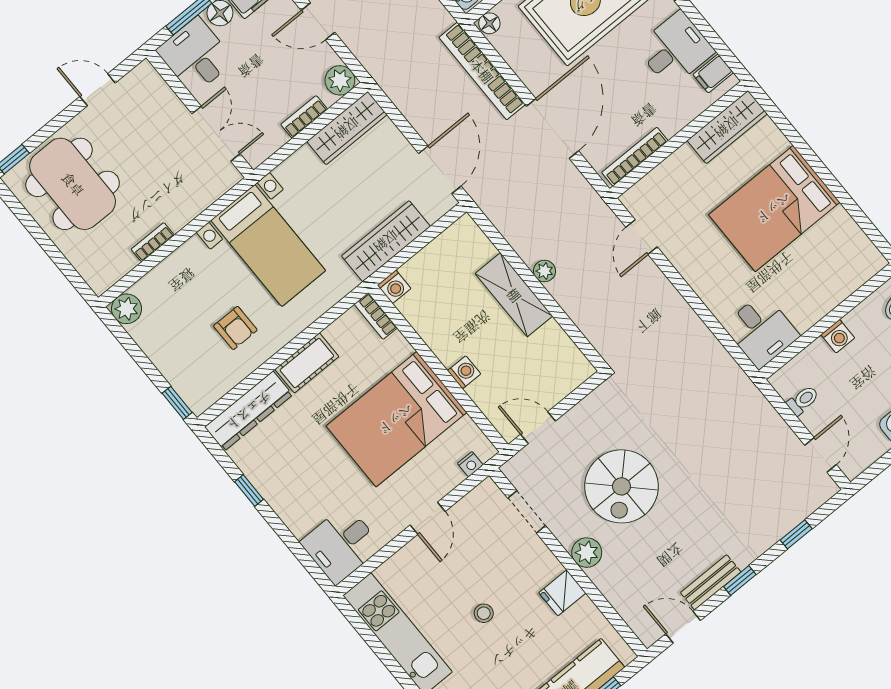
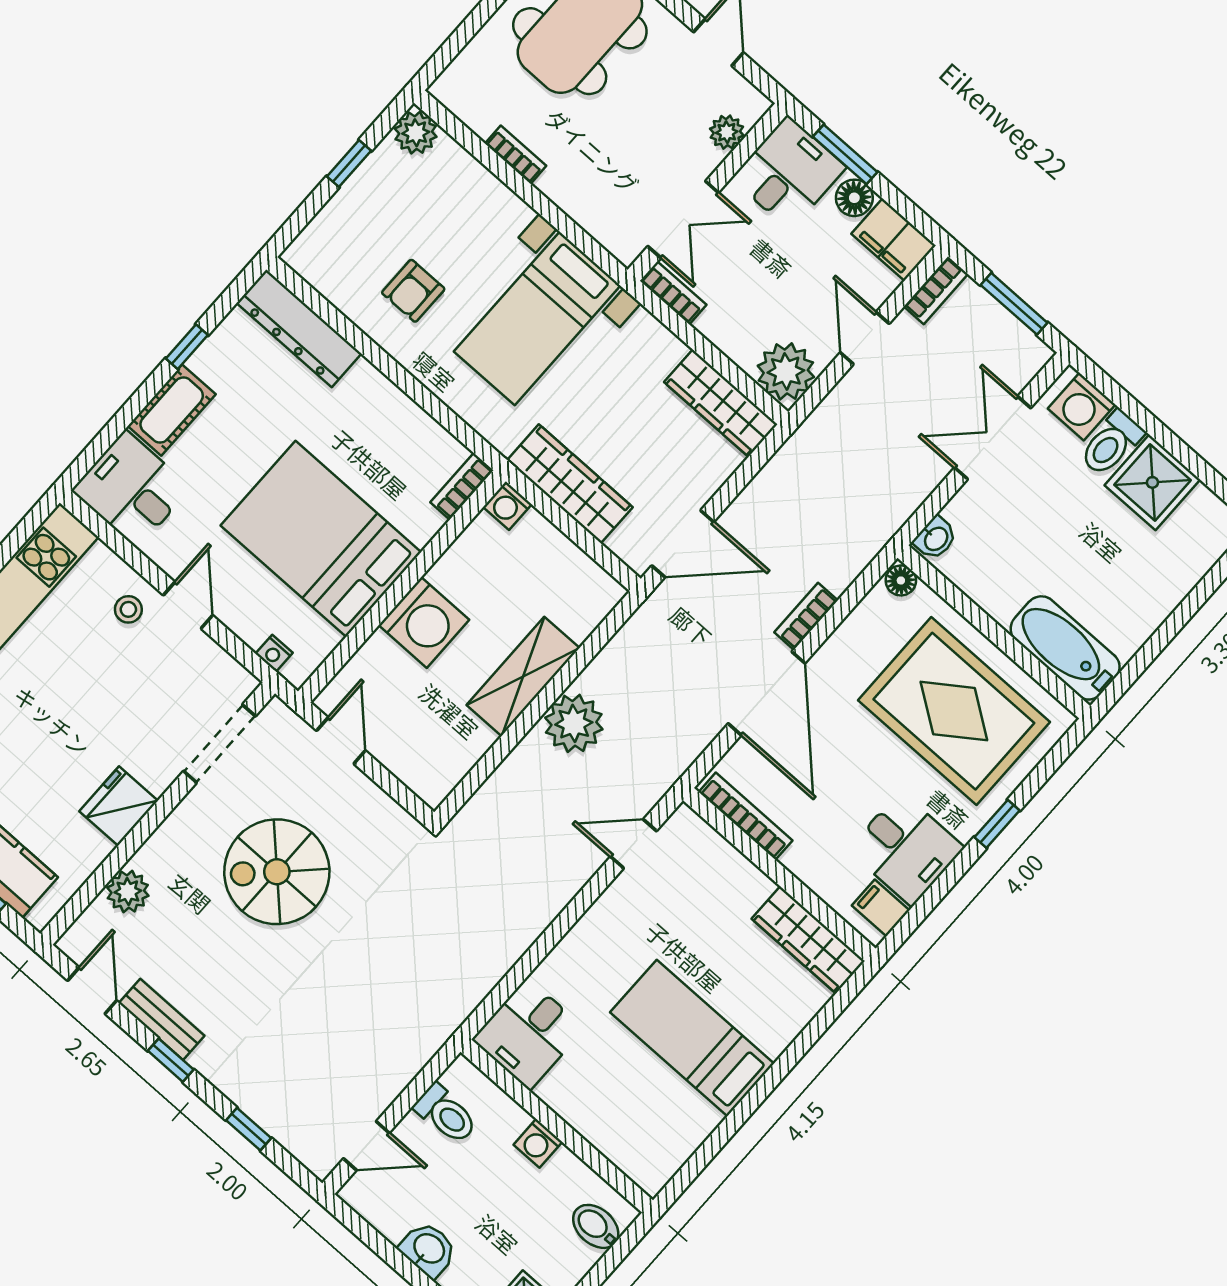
bookcase: (482, 71) -> (806, 616), width x0.43, depth x0.76
plant: (340, 80) -> (786, 371), width x1.36, depth x1.36
plant: (161, 94) -> (727, 132), added
bookcase: (304, 117) -> (673, 293), moved
door: (552, 128) -> (767, 693), hinge flipped
bed: (774, 208) -> (692, 1038), width x0.67
plant: (544, 271) -> (574, 723), width x1.87, depth x1.87
cot: (307, 363) -> (172, 410), moved, turned 90
washing machine: (464, 372) -> (424, 622), width x1.89, depth x1.89
toilet: (803, 400) -> (446, 1114), width x1.37, depth x1.39
window: (177, 403) -> (349, 164), moved
doorway: (527, 512) -> (220, 744), width x1.38
door: (428, 518) -> (188, 605), swing flipped
plant: (587, 553) -> (128, 892), moved
fridge: (562, 593) -> (119, 806), width x1.38
stool: (484, 613) -> (128, 609), moved

